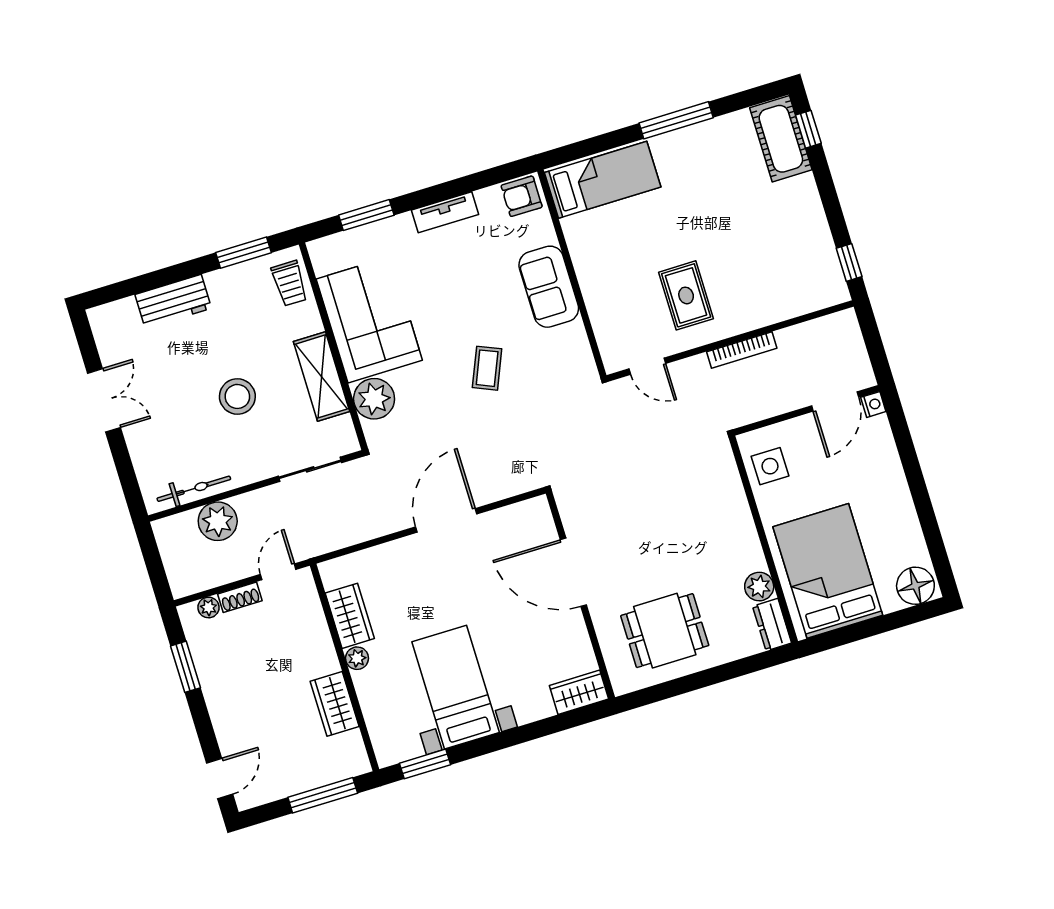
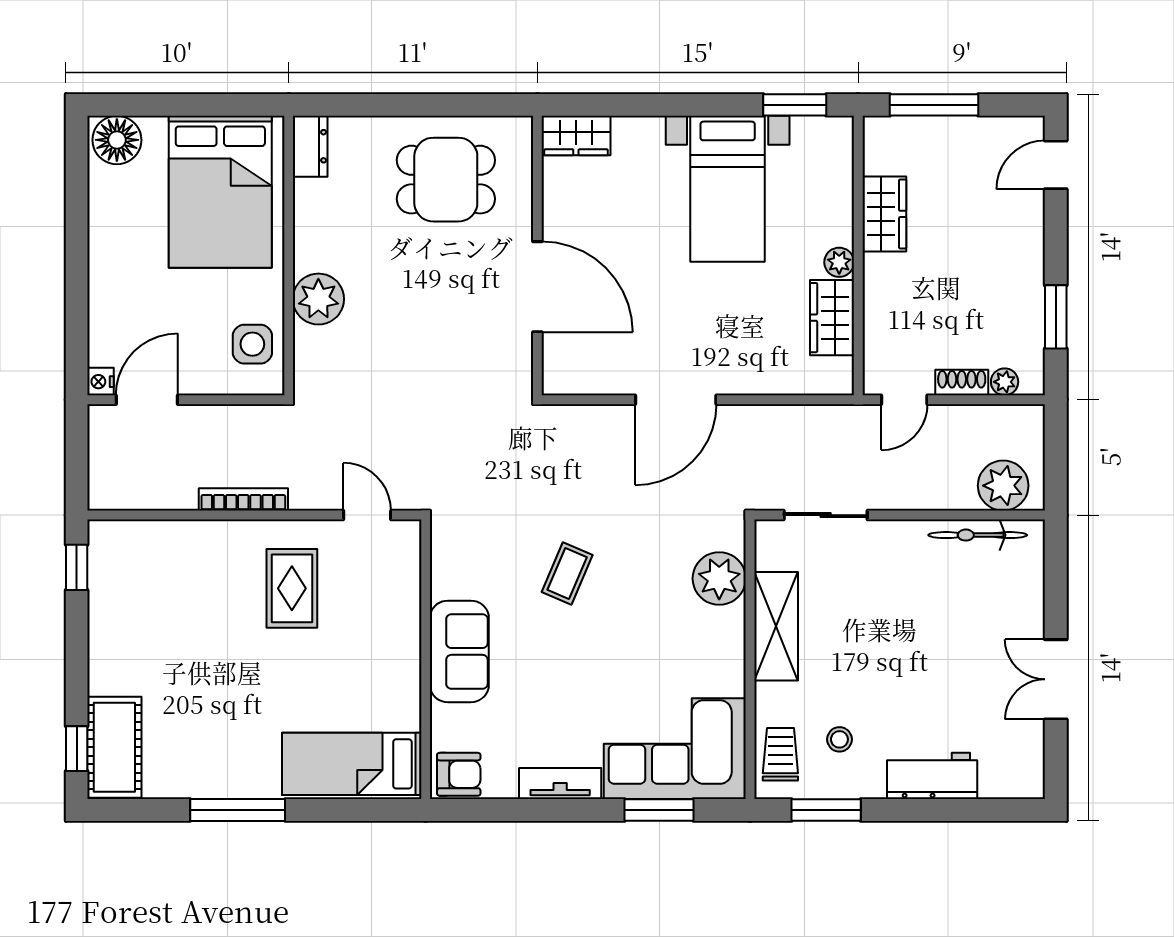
corner sofa: (369, 320) -> (675, 749), moved, turned 90
stool: (237, 396) -> (839, 739), moved, width x0.53, depth x0.53
plant: (218, 521) -> (1003, 486), moved
plant: (759, 587) -> (318, 299), moved, width x1.36, depth x1.36

